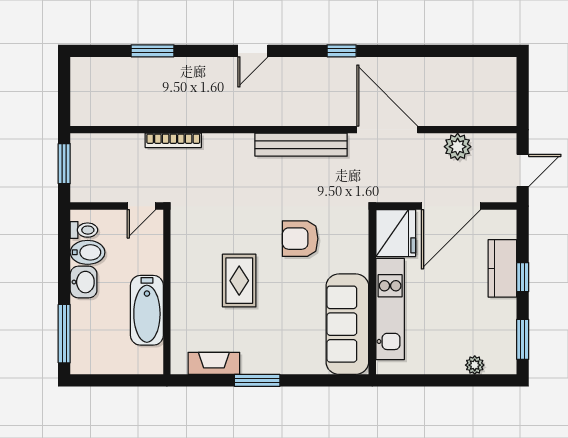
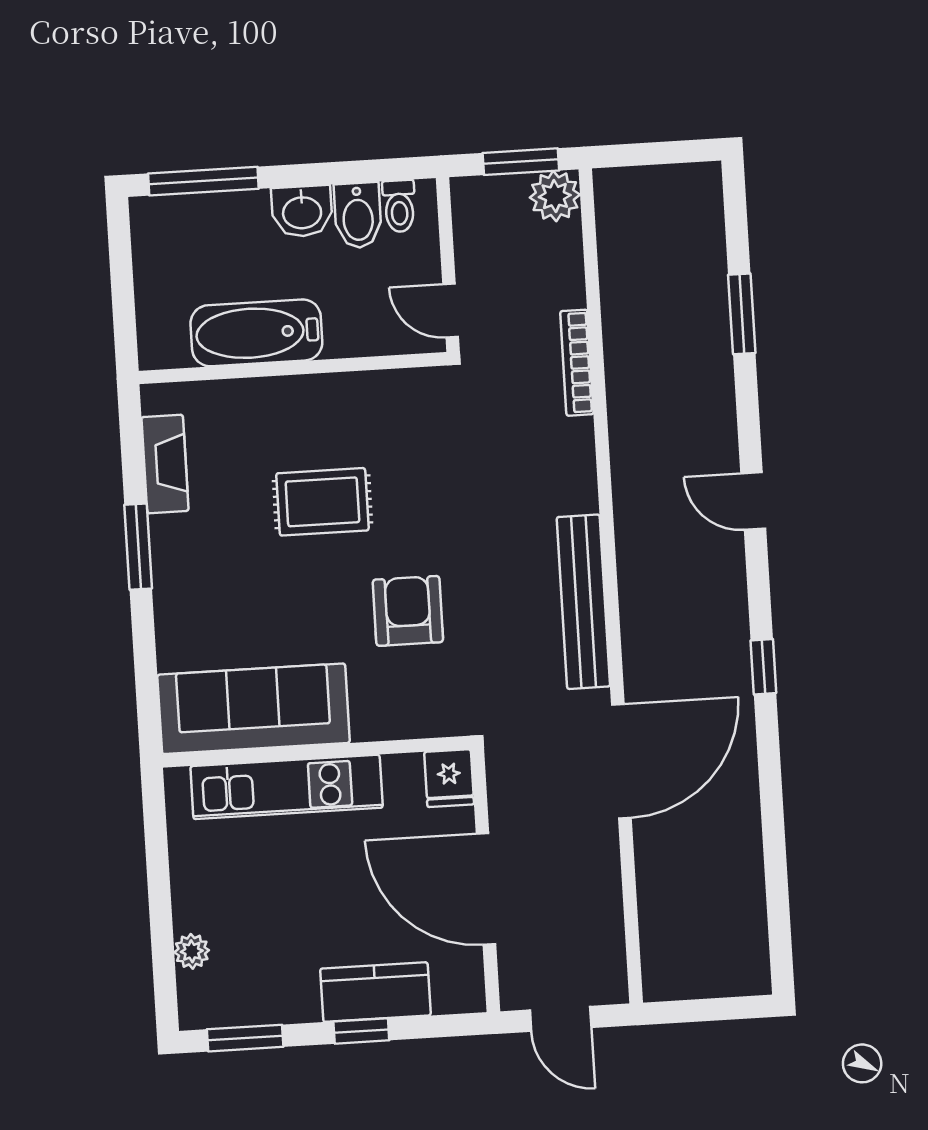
plant: (458, 147) -> (555, 196), moved
fridge: (396, 233) -> (449, 778), width x0.53, depth x0.75

